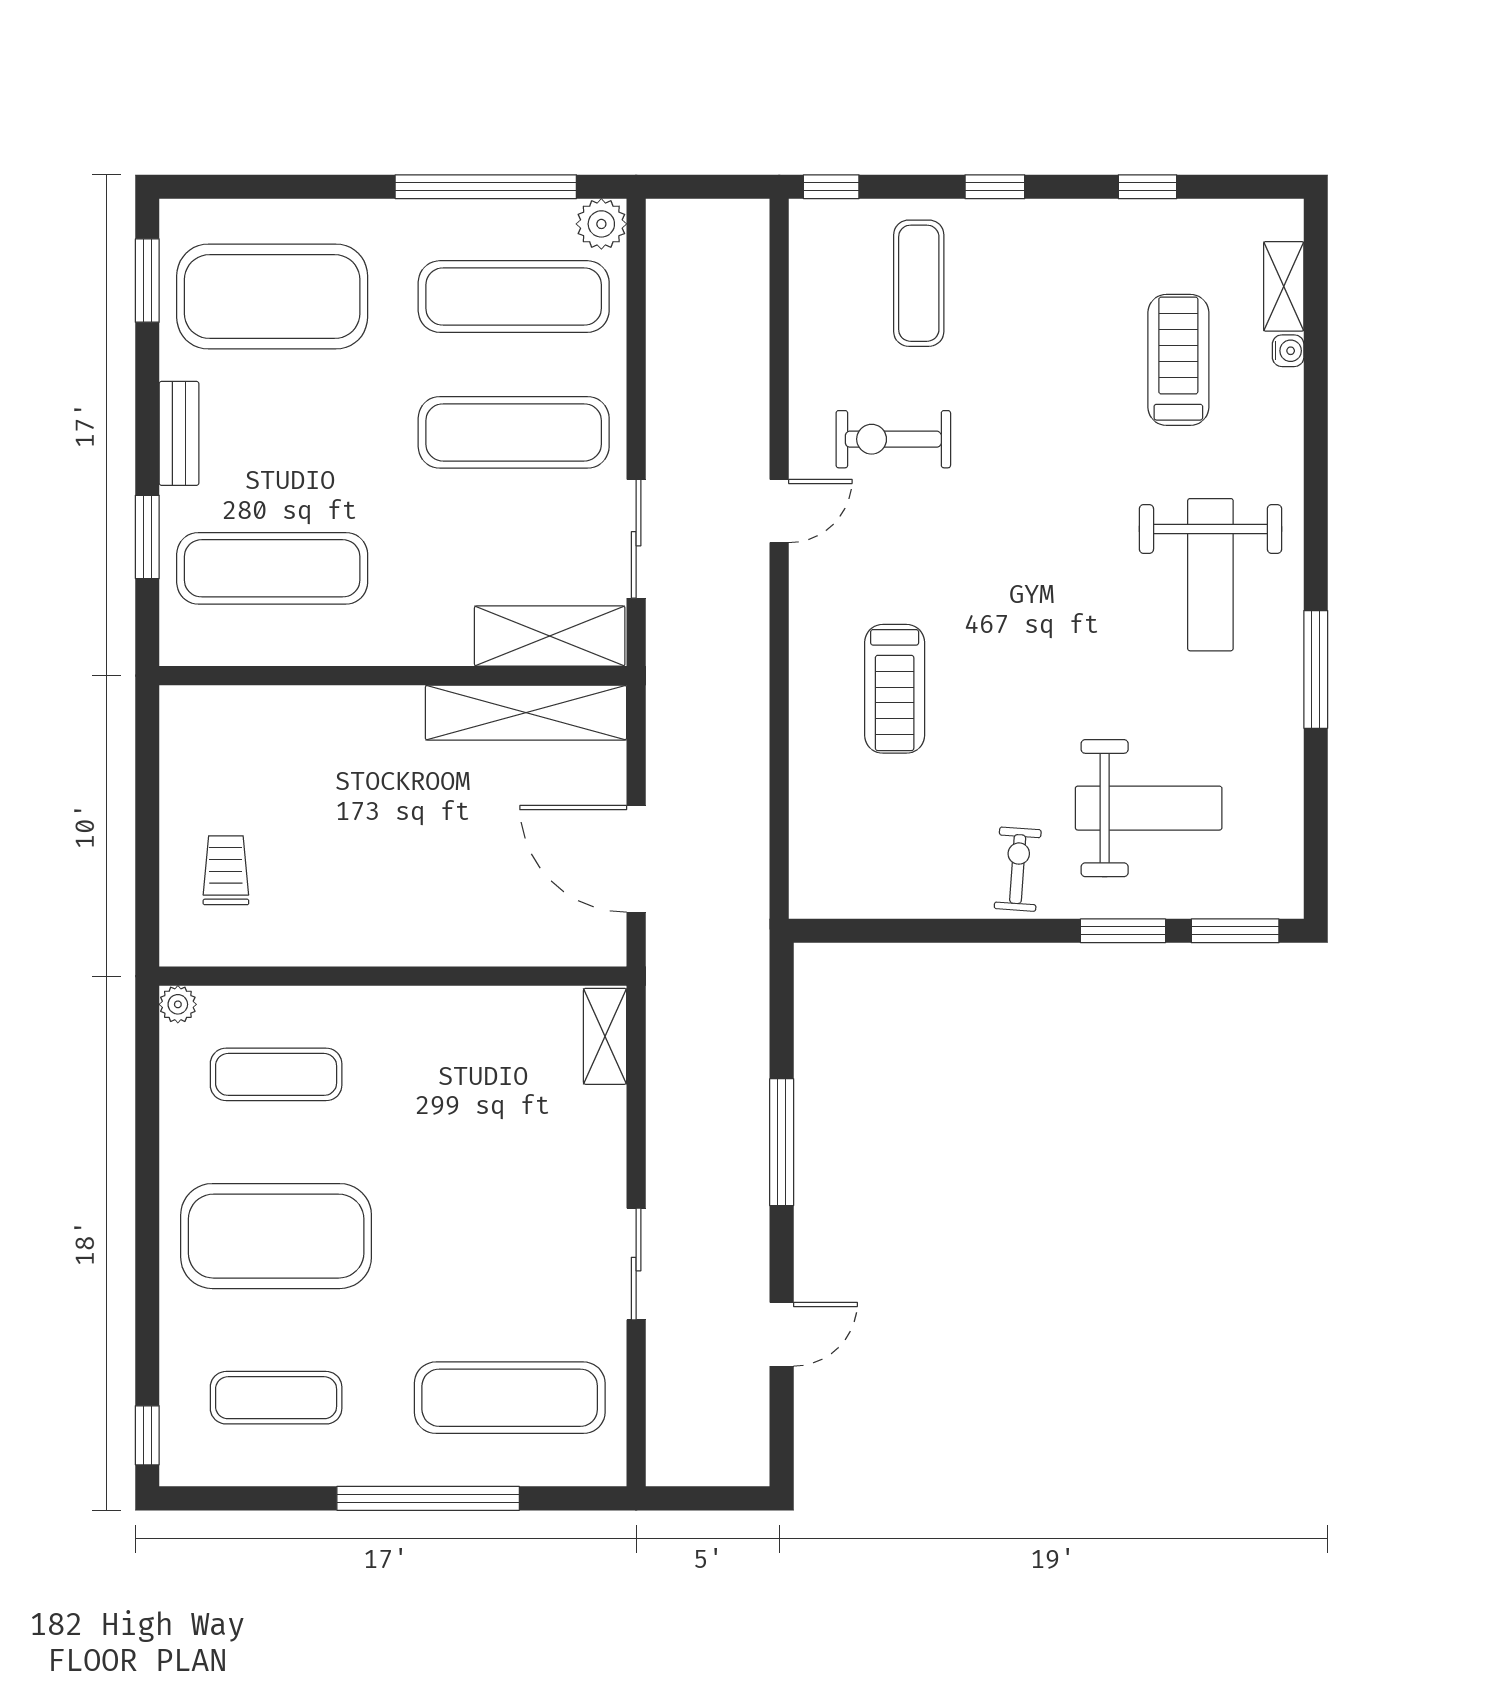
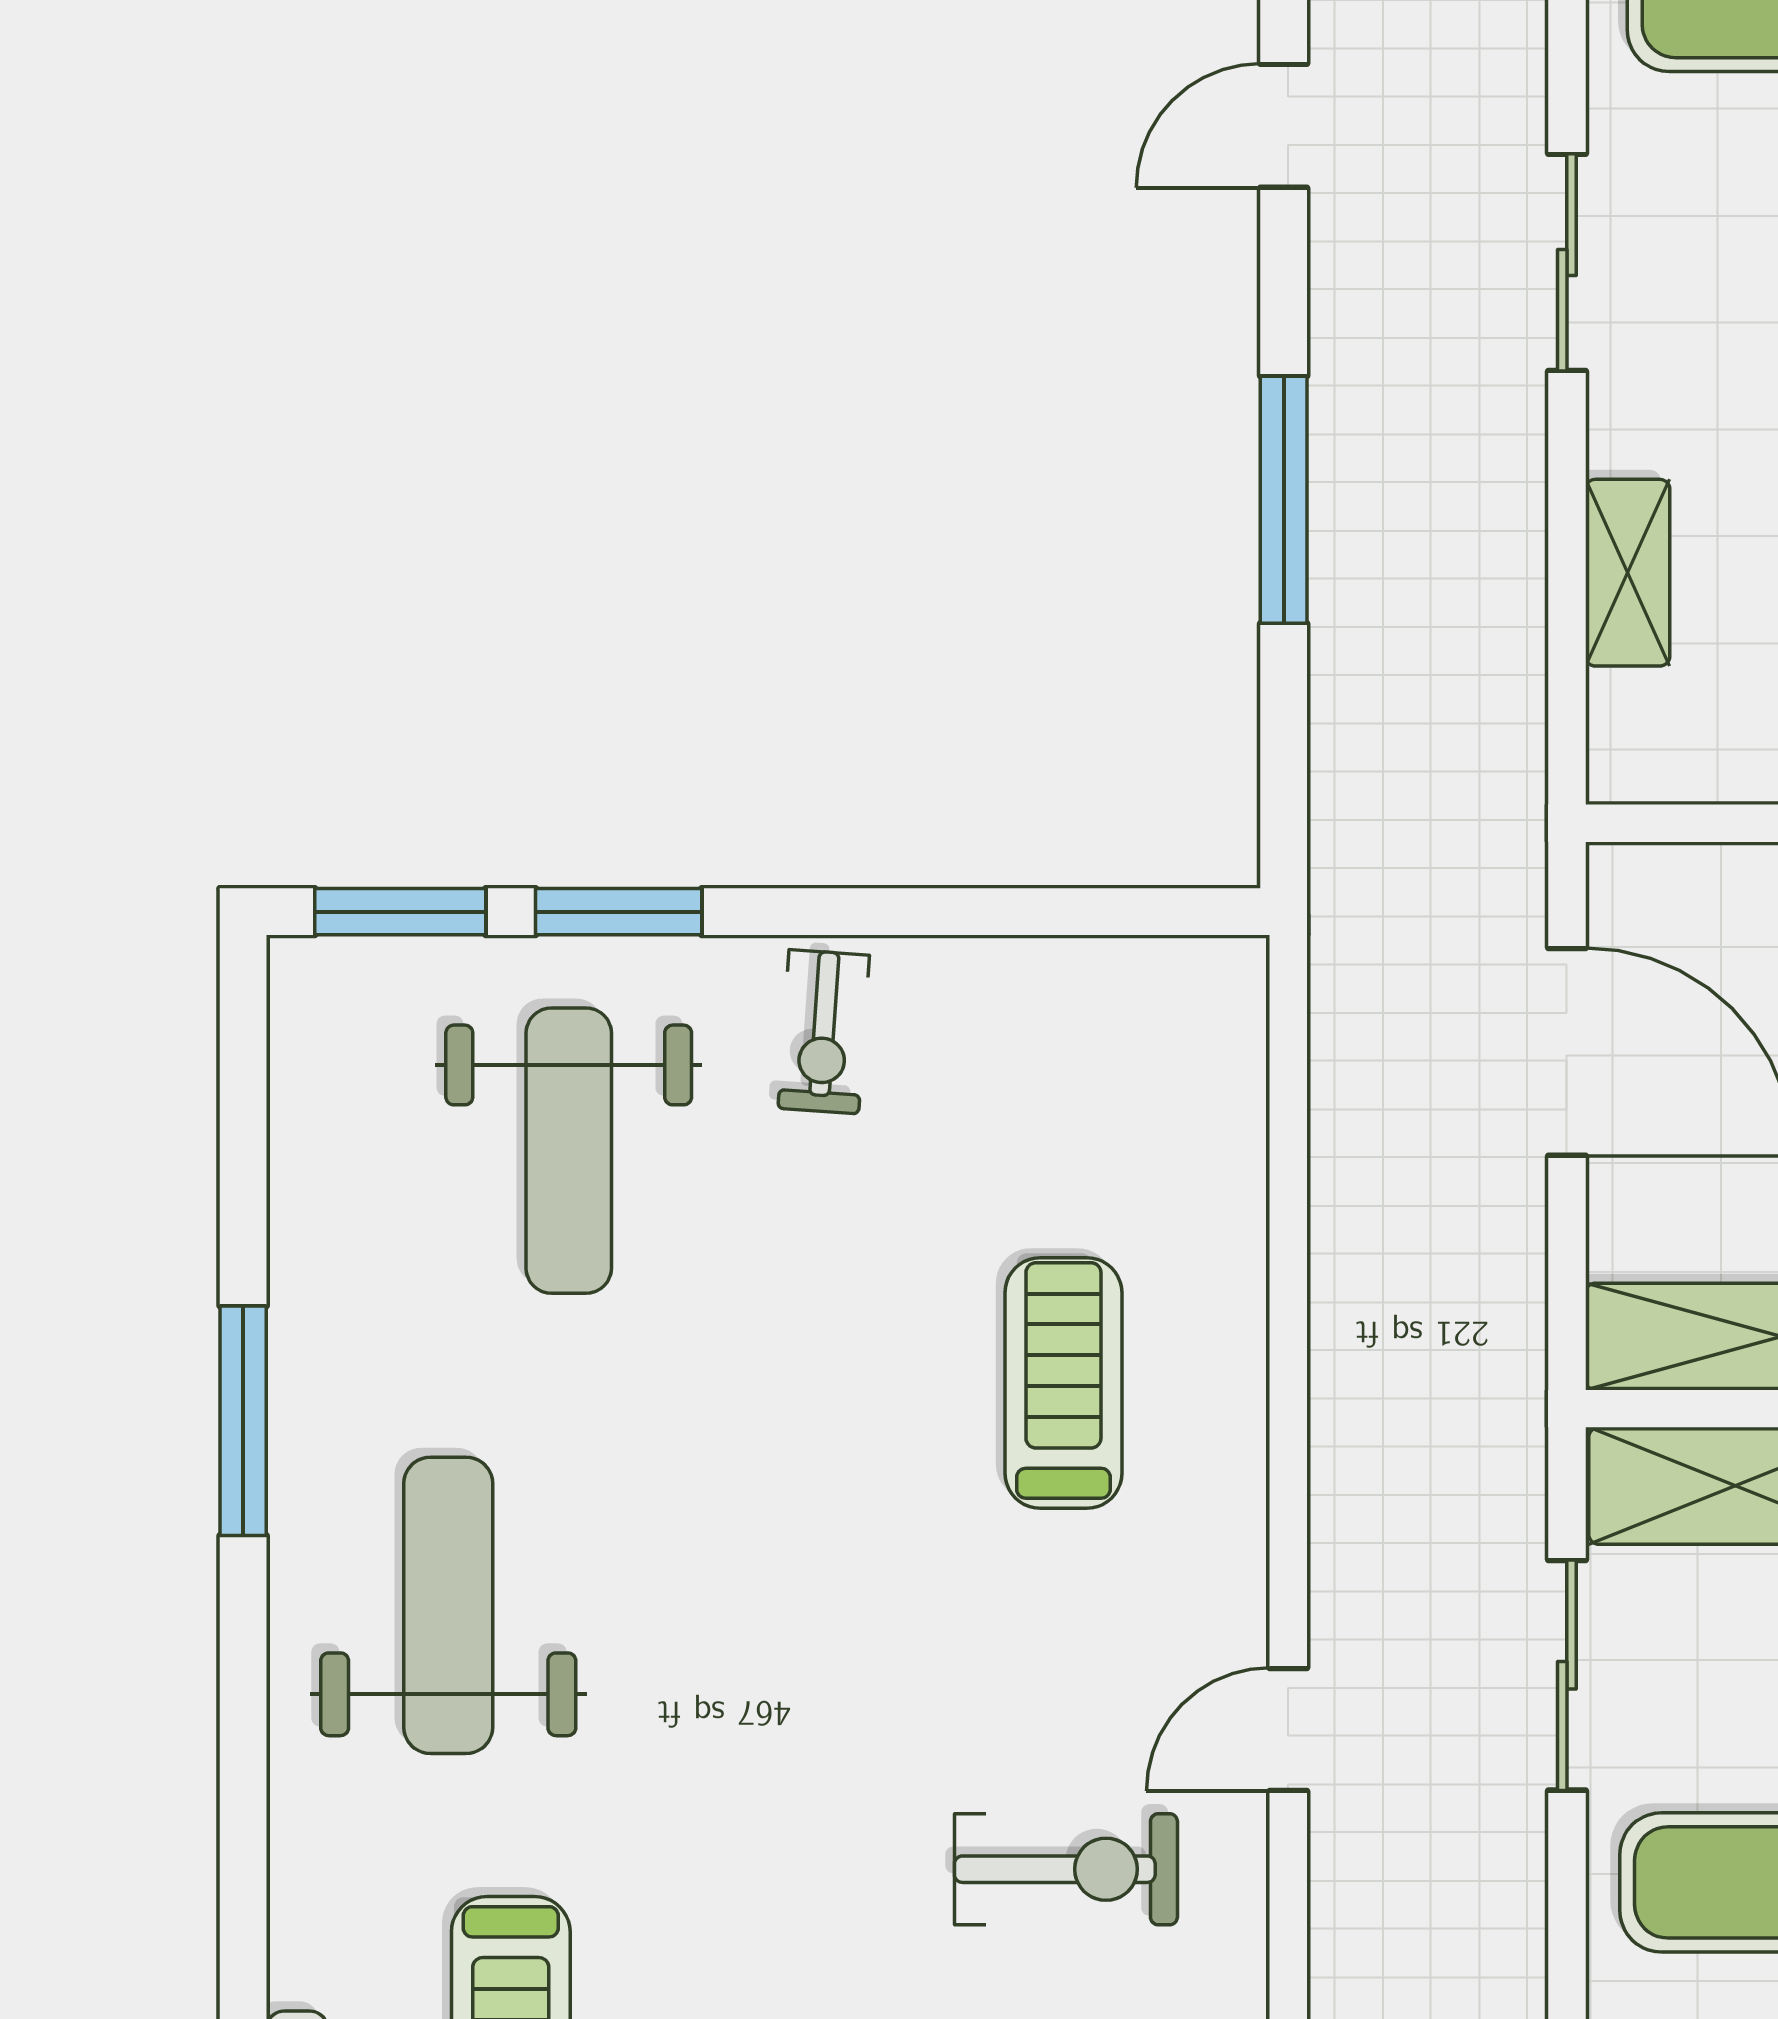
weight bench: (1149, 808) -> (569, 1151), turned -90
shelving: (605, 1036) -> (1628, 573), moved

